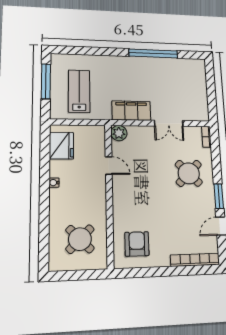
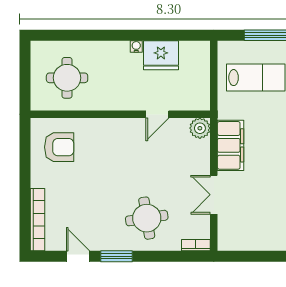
fridge: (61, 146) -> (161, 55), moved
round table: (189, 173) -> (147, 218), turned 36
round table: (80, 239) -> (67, 78), turned 45

